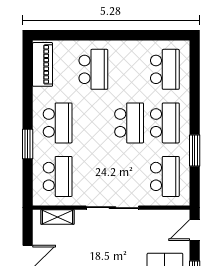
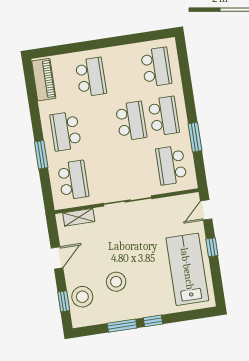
school desk: (58, 123) -> (66, 131), turned 180
school desk: (165, 176) -> (171, 165), turned 180

